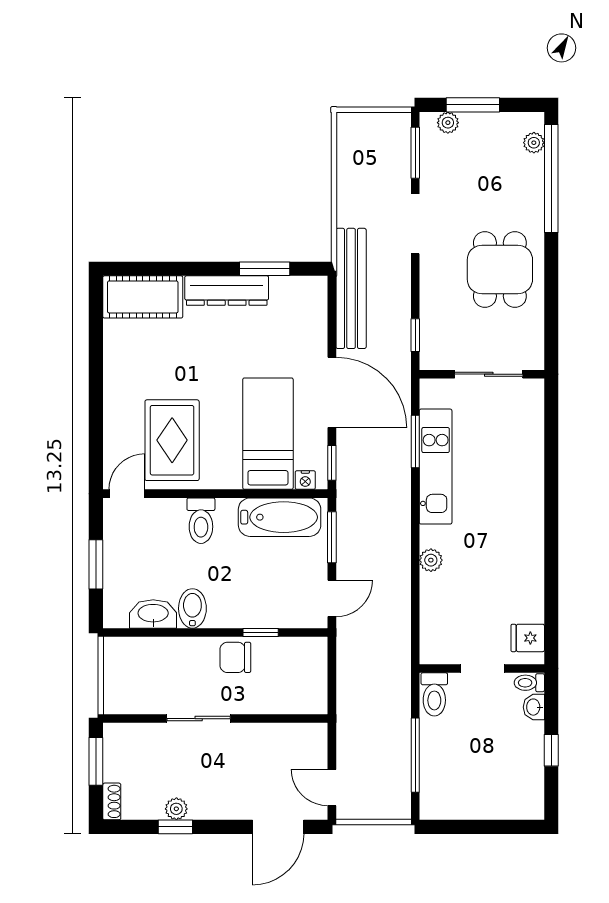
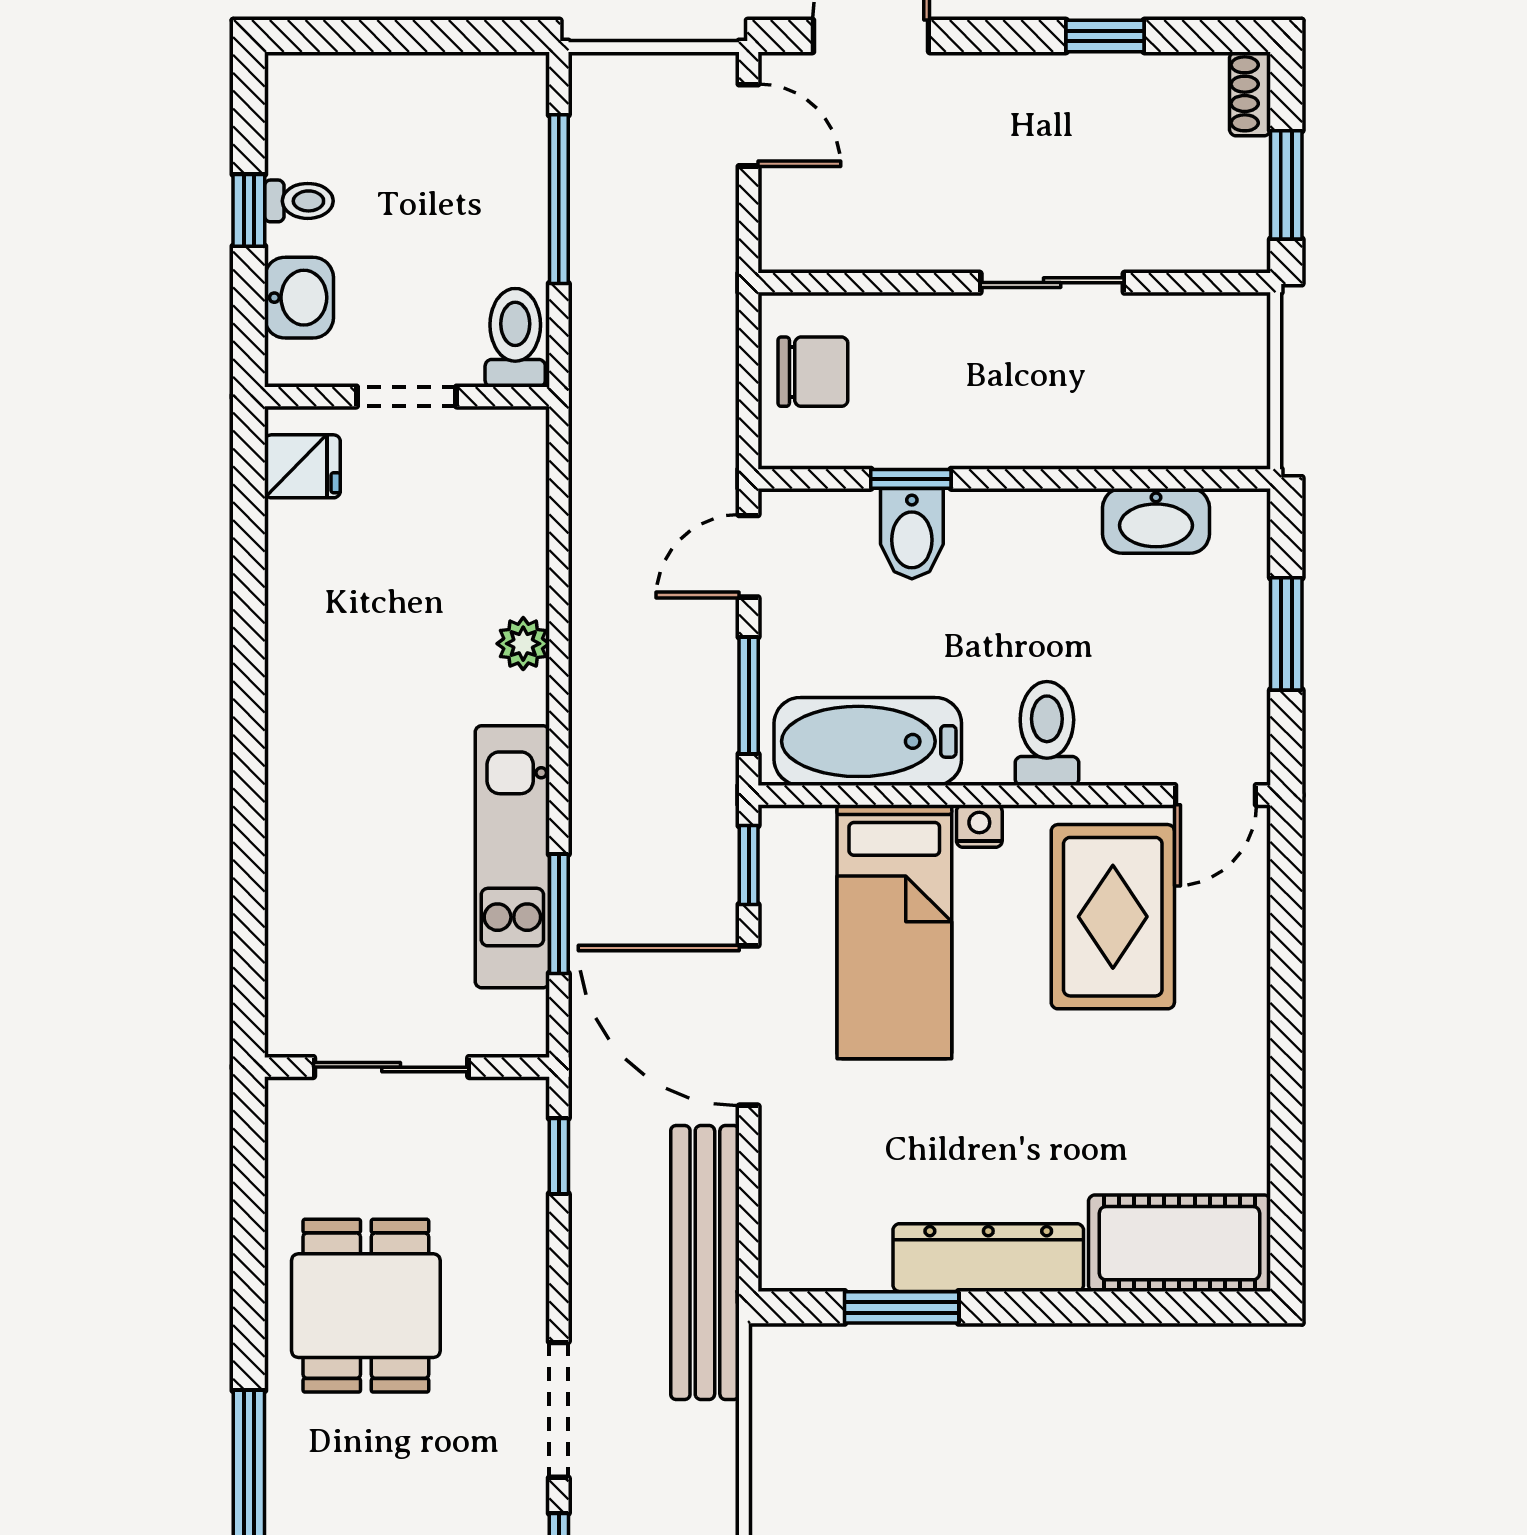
nightstand: (305, 480) -> (979, 826), moved
bidet: (192, 608) -> (912, 534), moved
chair: (235, 657) -> (813, 372), moved
toilet: (529, 683) -> (299, 201), moved
washbasin: (534, 707) -> (299, 298), width x1.38, depth x1.45
plant: (176, 809) -> (1103, 77), removed

